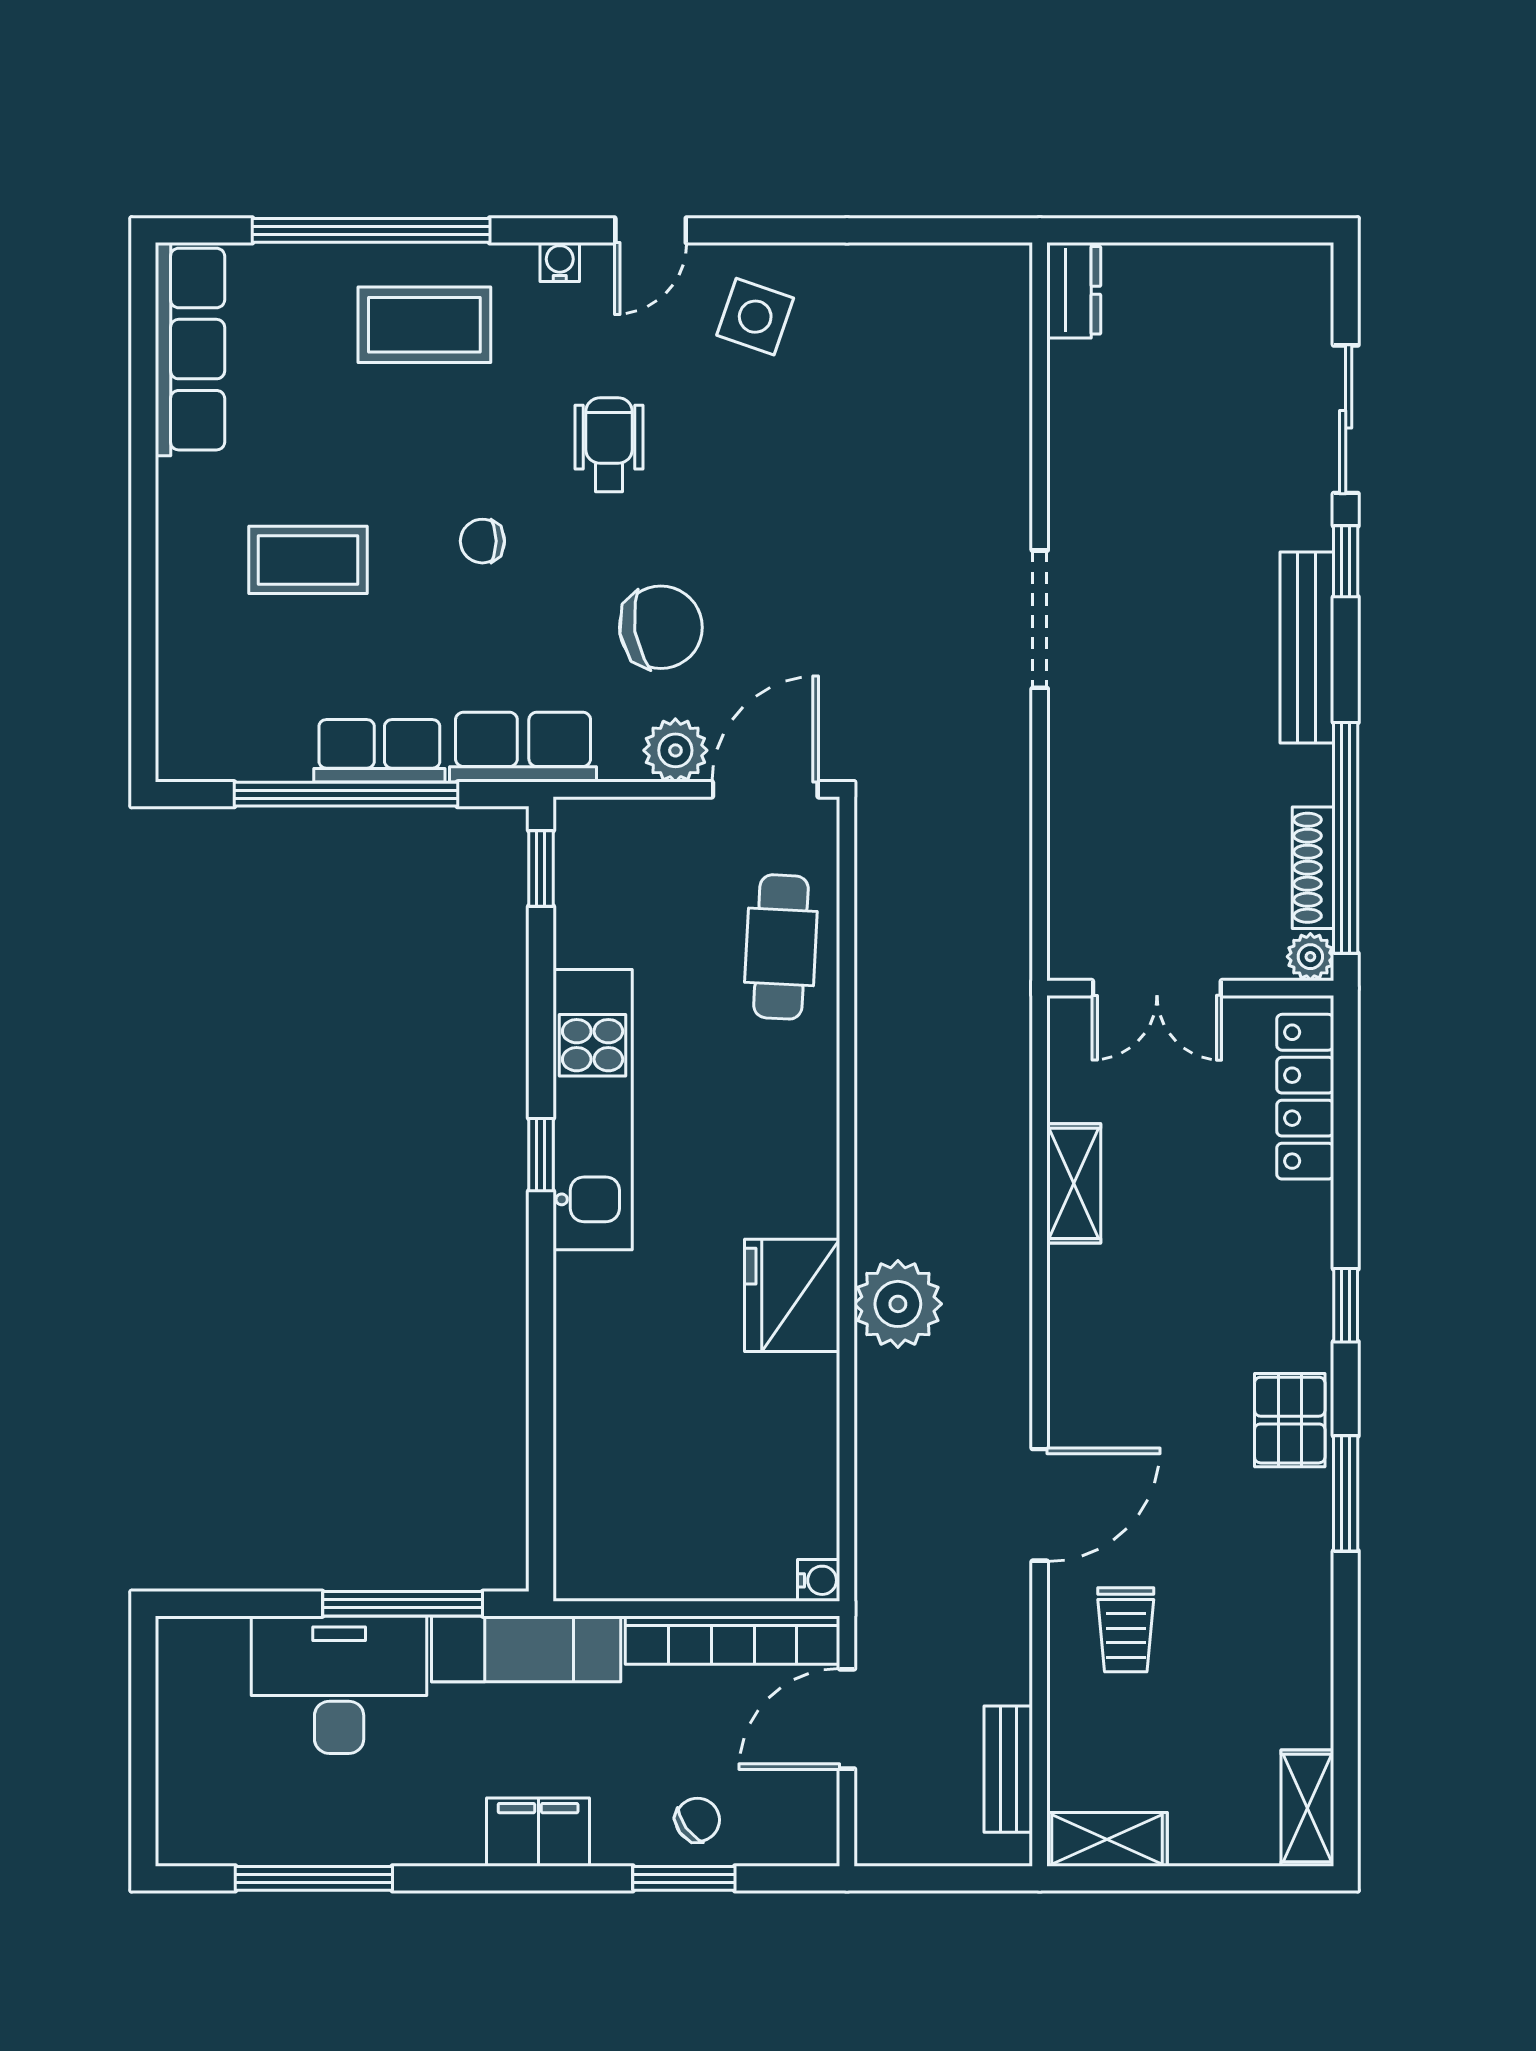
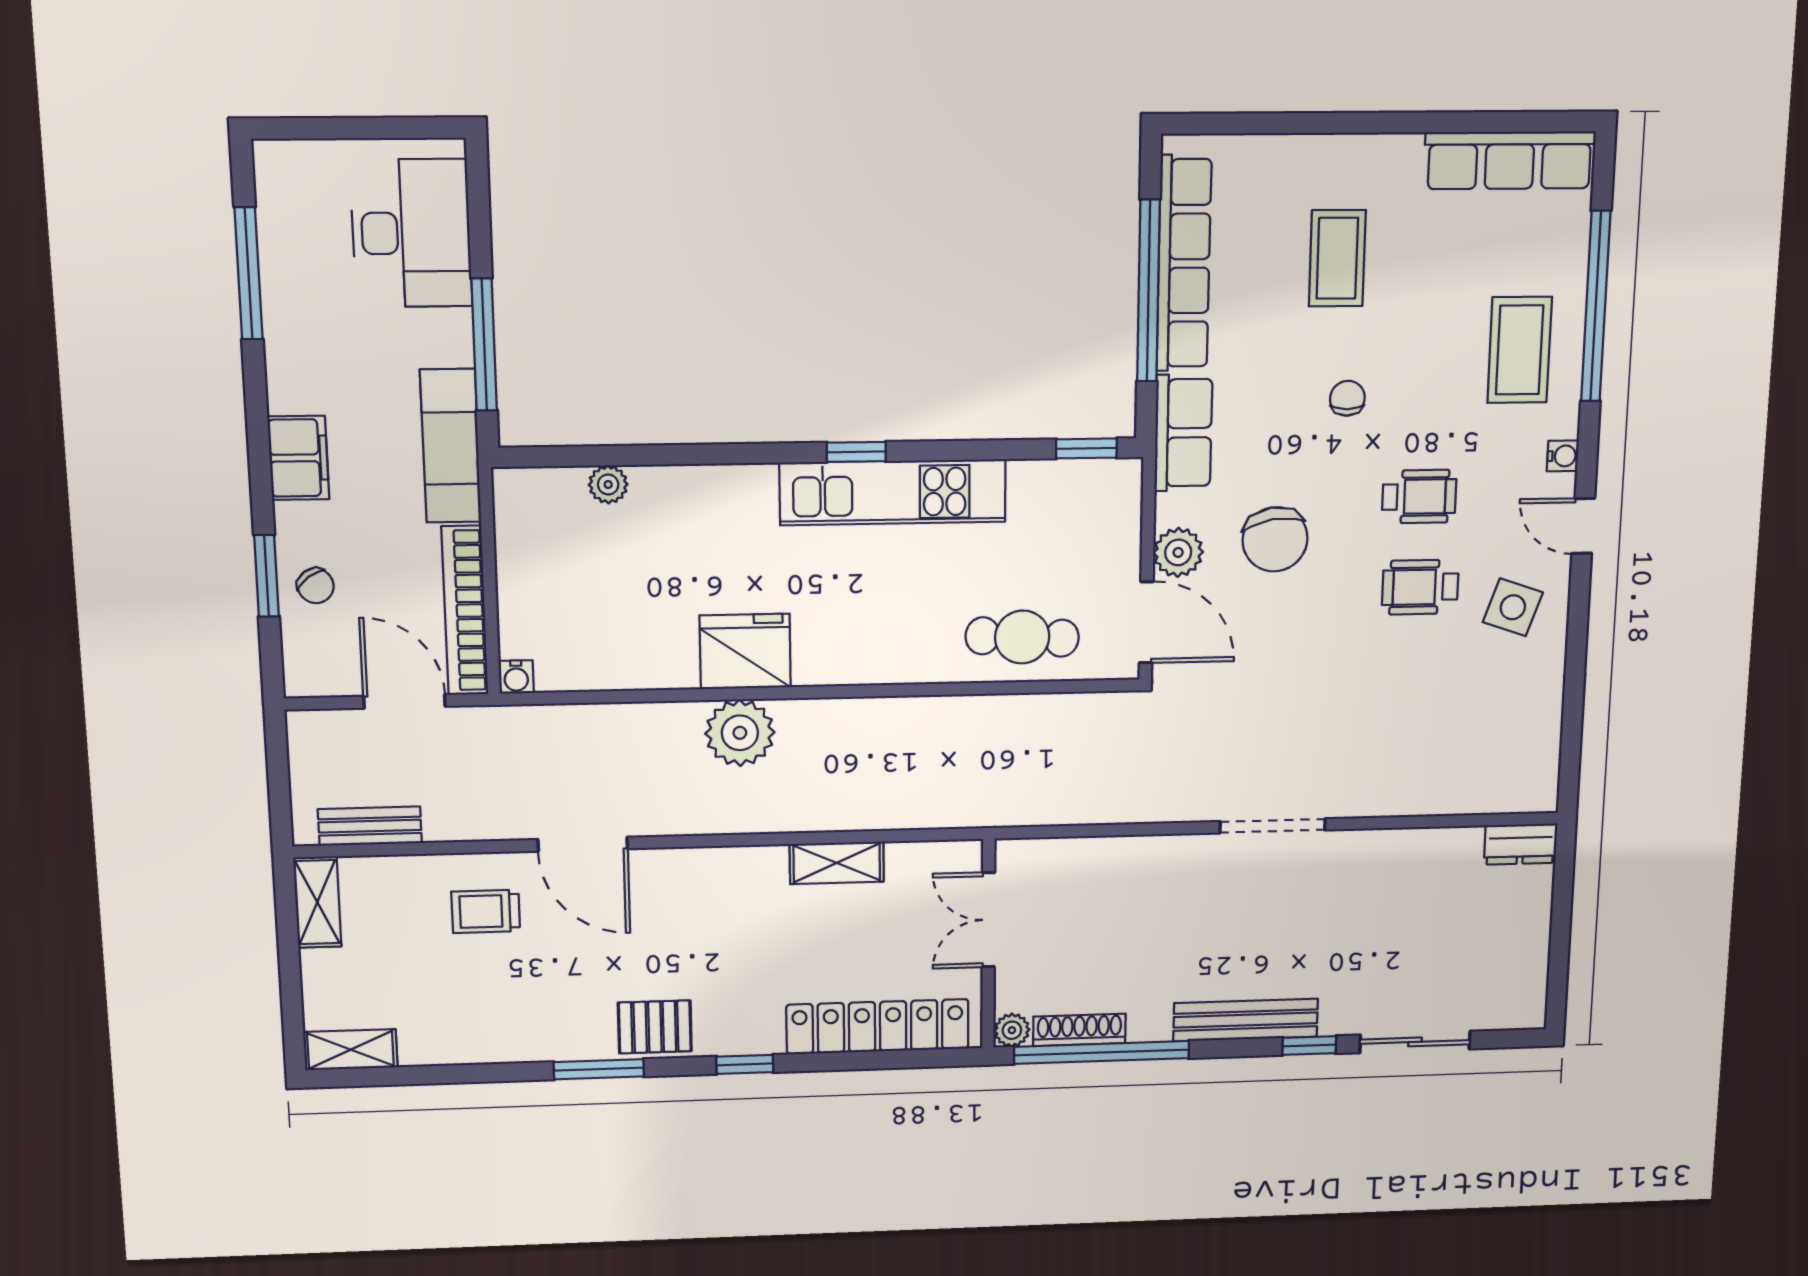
wheelchair: (726, 438) -> (1420, 587), added
row of seats: (379, 751) -> (1184, 264), width x2.02
locker: (1305, 1097) -> (878, 1027), width x1.41, depth x1.21
plant: (577, 1460) -> (608, 484), added
desk: (339, 1685) -> (411, 233), moved

